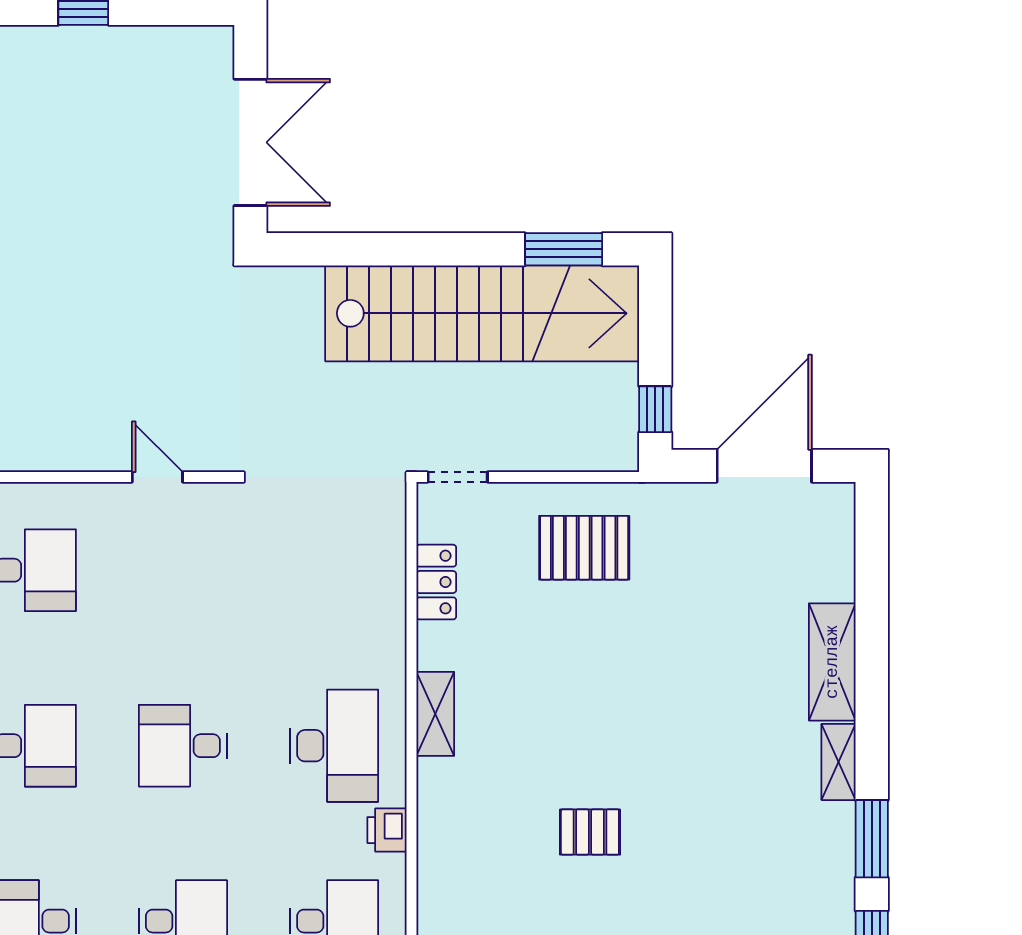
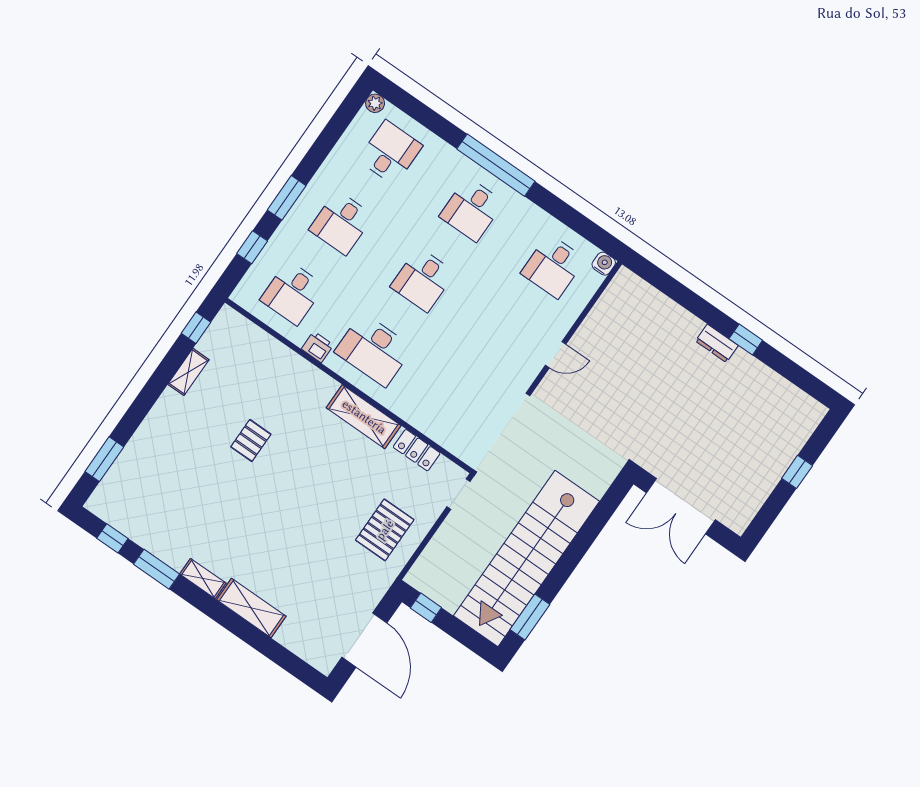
shelving: (435, 714) -> (364, 417), width x1.50, depth x1.33
desk: (183, 746) -> (423, 280), turned 180

